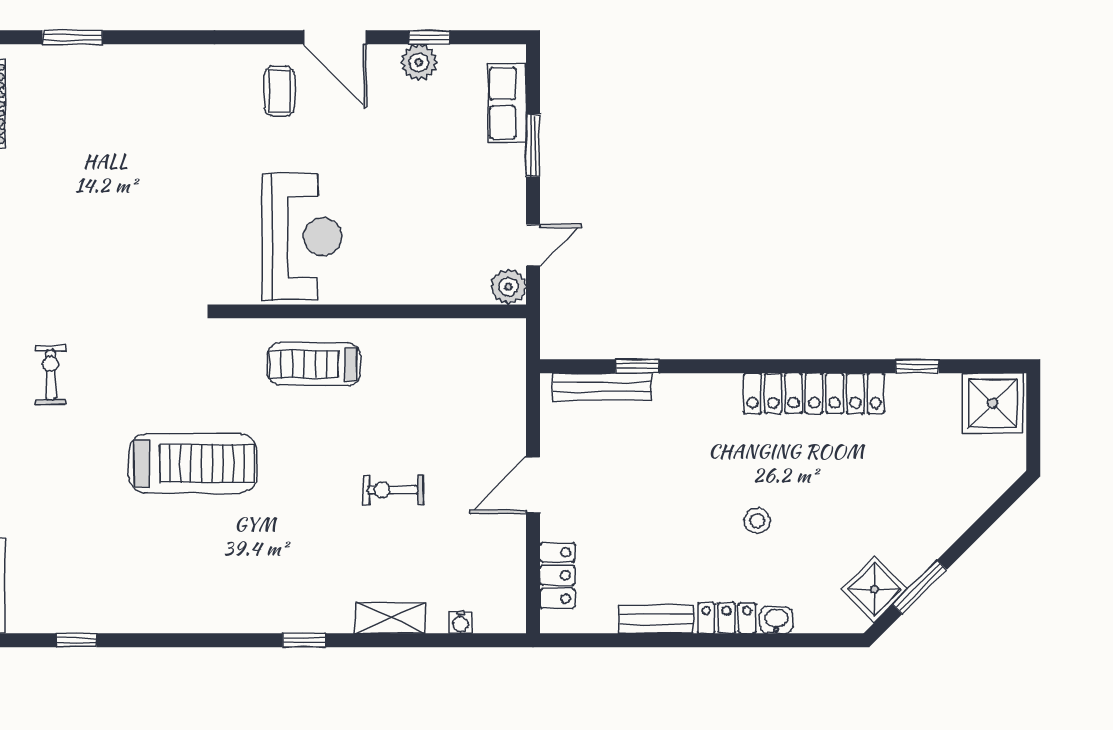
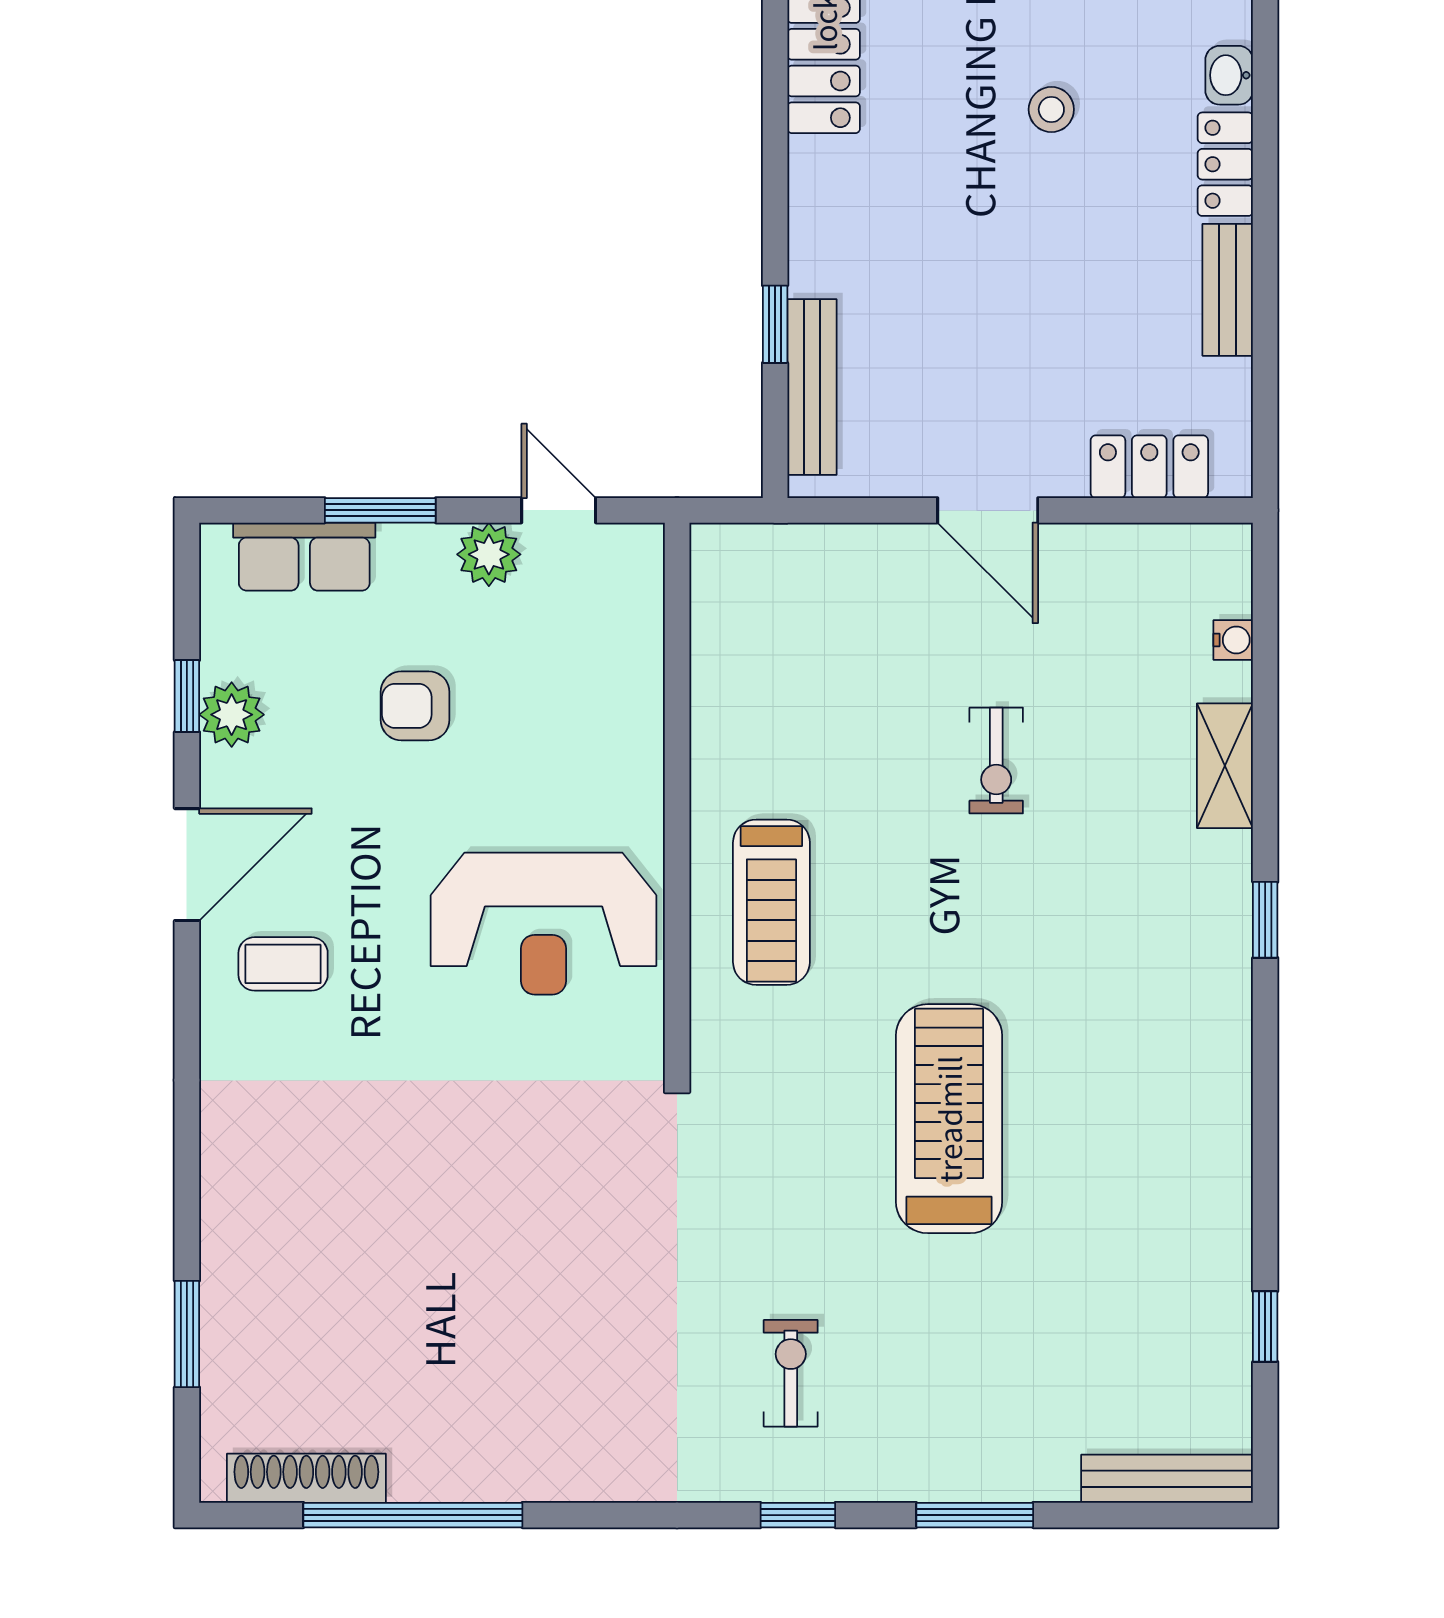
armchair: (424, 165) -> (415, 706), added
reception desk: (302, 237) -> (543, 924), turned 180
plant: (508, 287) -> (489, 554), moved
exercise bike: (51, 375) -> (791, 1373), turned 90

